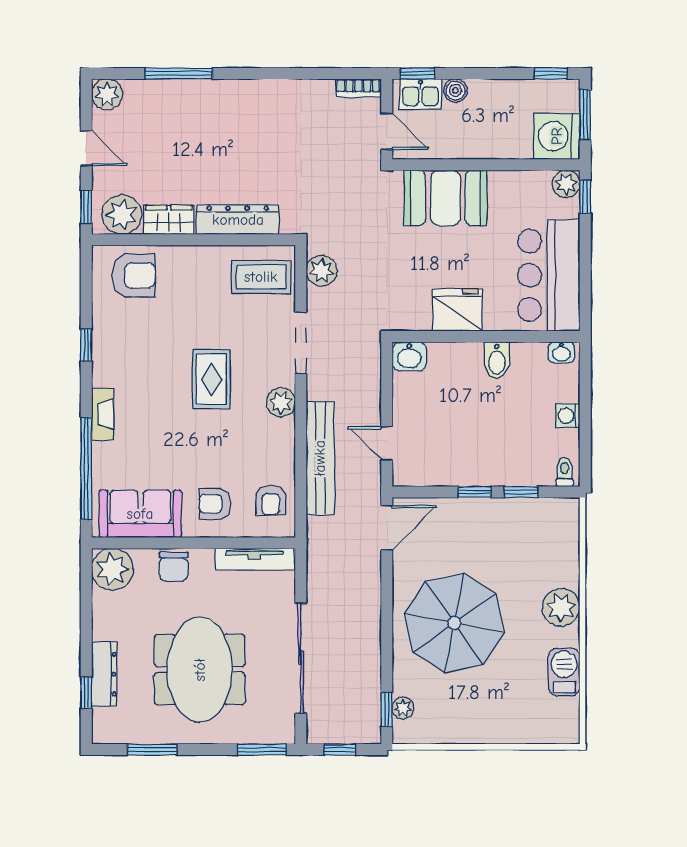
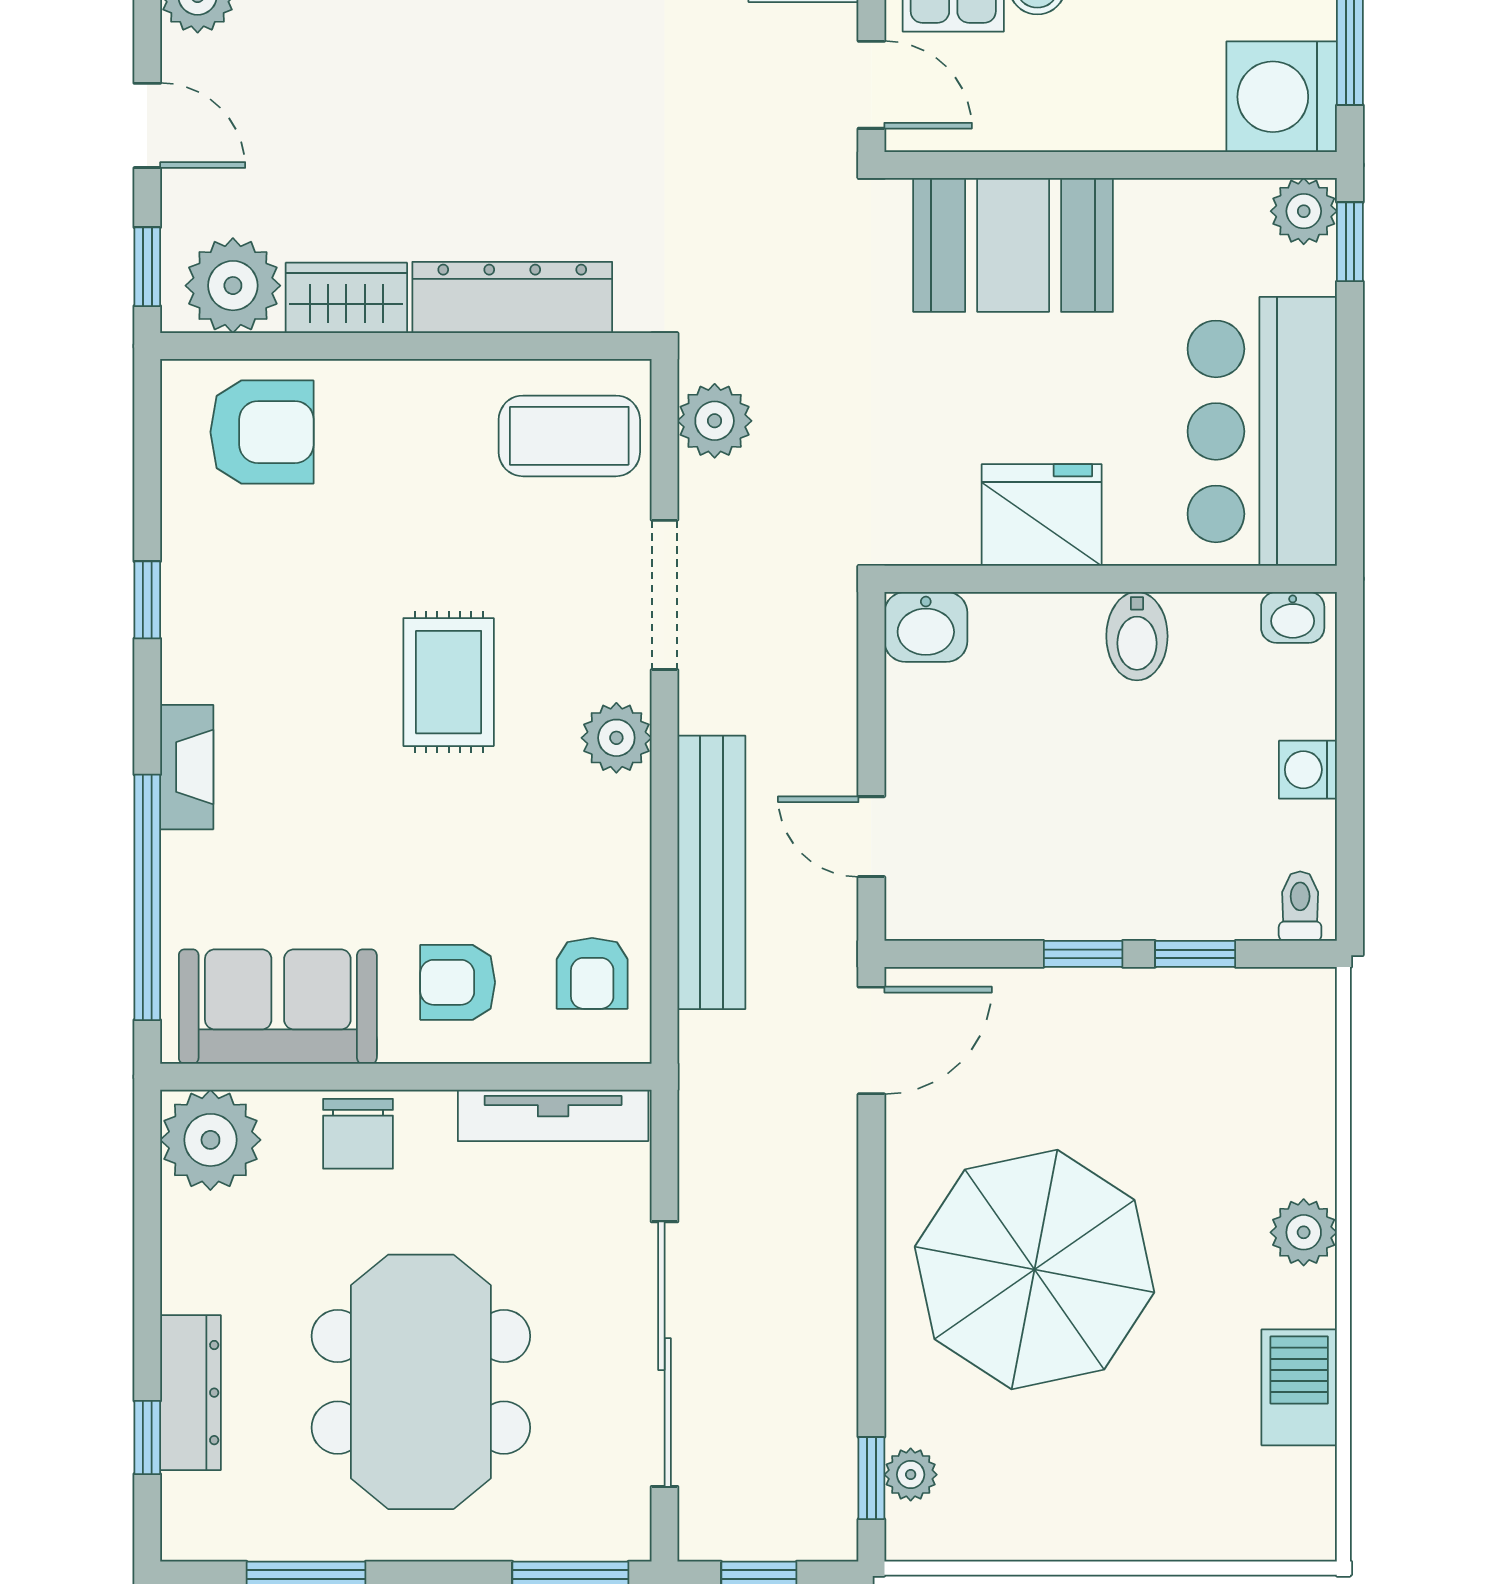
plant: (561, 608) -> (1304, 1232), width x0.73, depth x0.73

